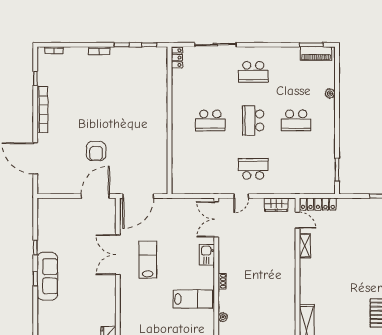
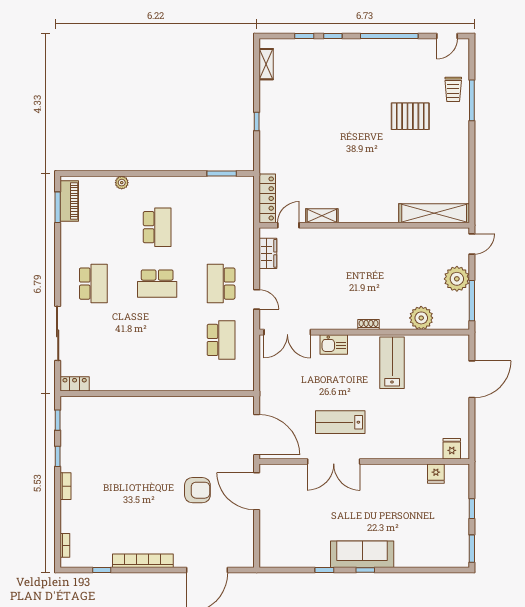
school desk: (210, 120) -> (221, 340), moved
plant: (223, 317) -> (421, 318), width x1.87, depth x1.87

